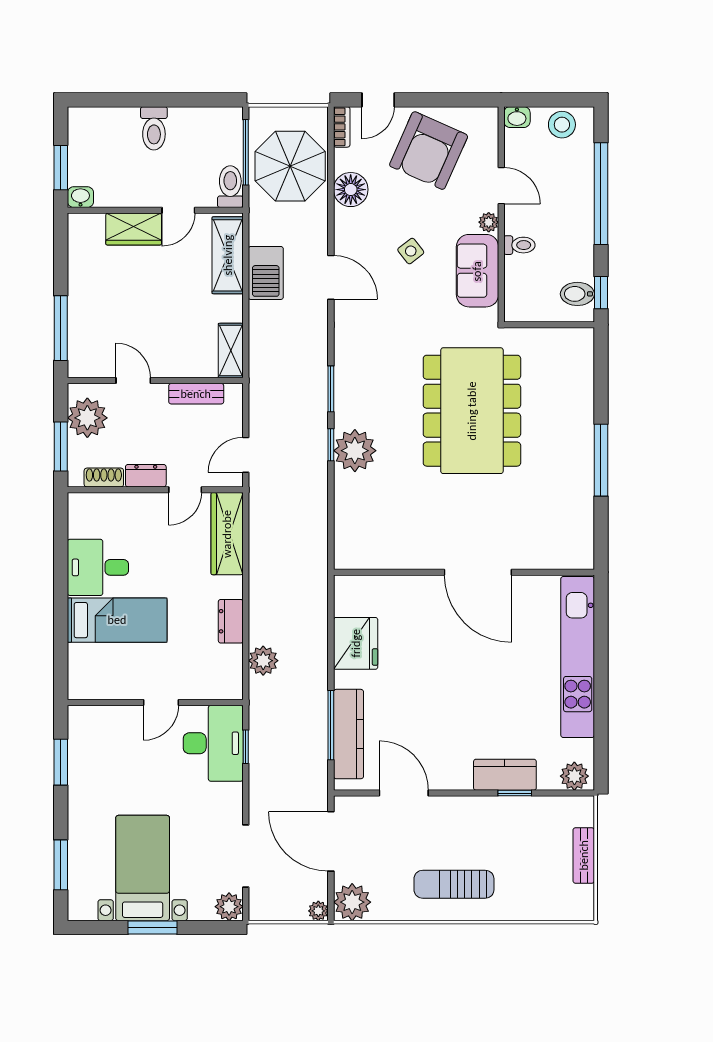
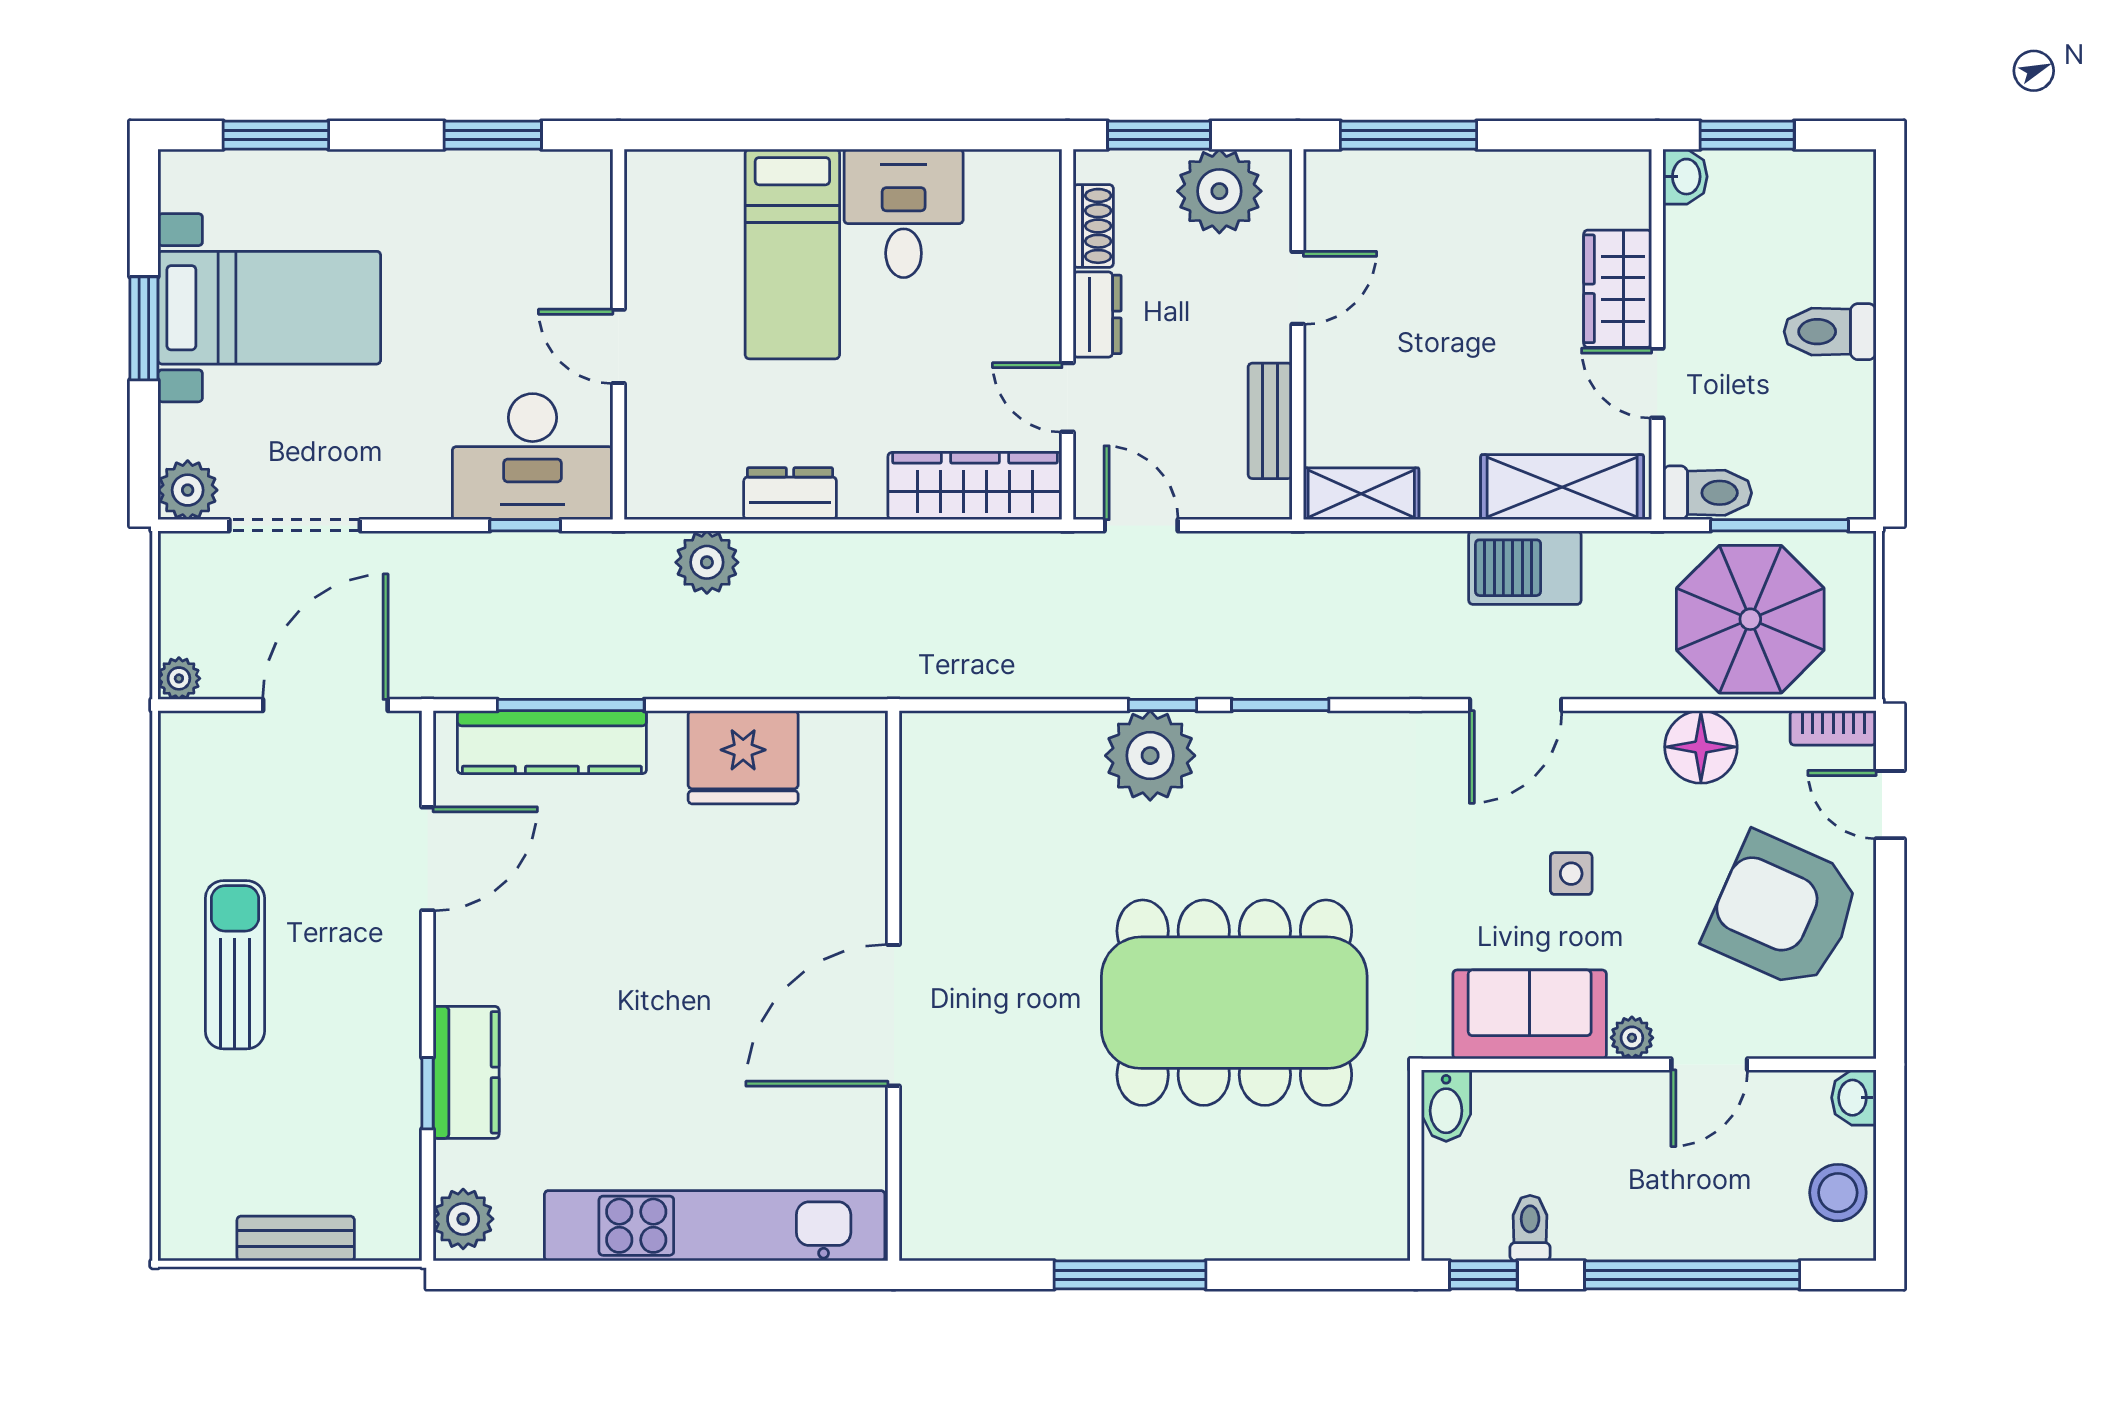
toilet: (519, 245) -> (1530, 1228), moved, turned 180
side table: (411, 251) -> (1571, 874), turned 38
bidet: (577, 294) -> (1446, 1106), moved, turned 180
plant: (352, 902) -> (197, 750), removed

